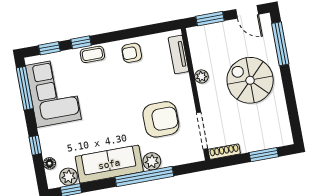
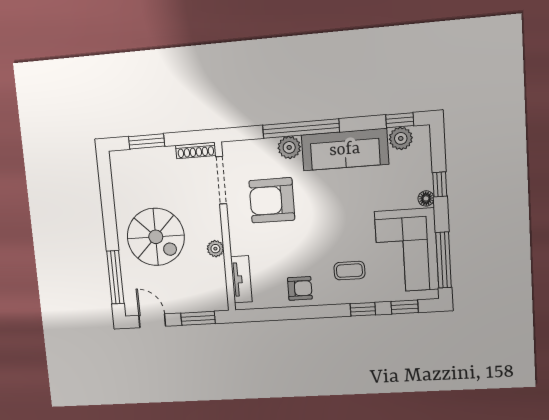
coffee table: (92, 54) -> (349, 271), moved
floor lamp: (49, 163) -> (426, 198), moved

